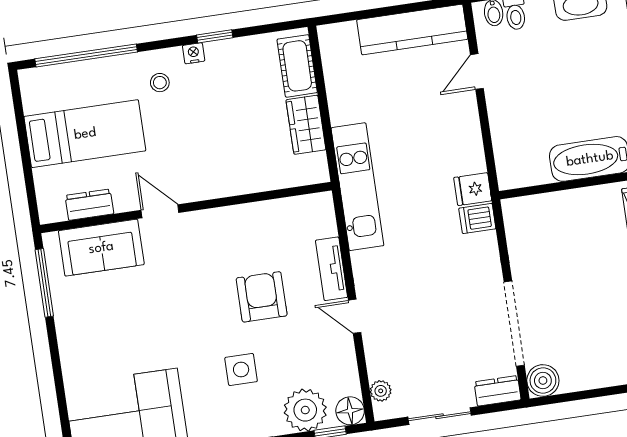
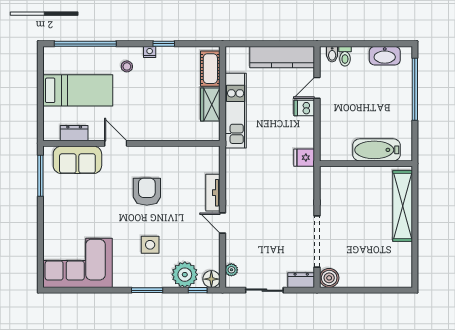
kitchen unit: (357, 187) -> (236, 111), moved
dishwasher: (477, 218) -> (304, 108), moved
armchair: (262, 297) -> (147, 192), moved

